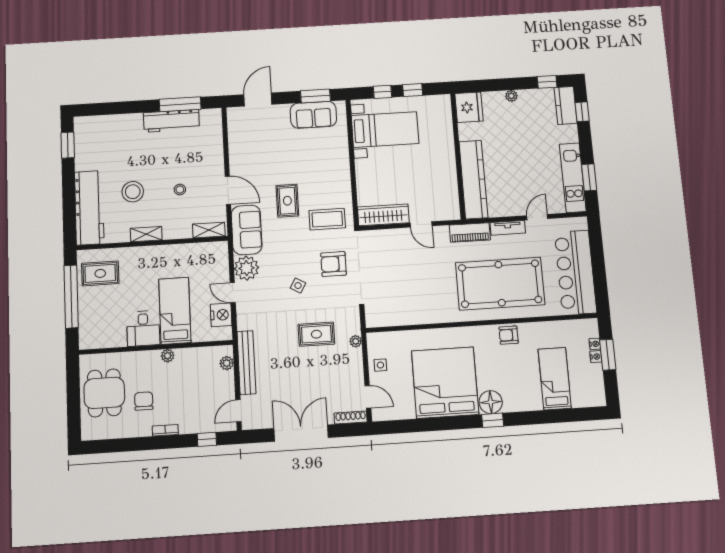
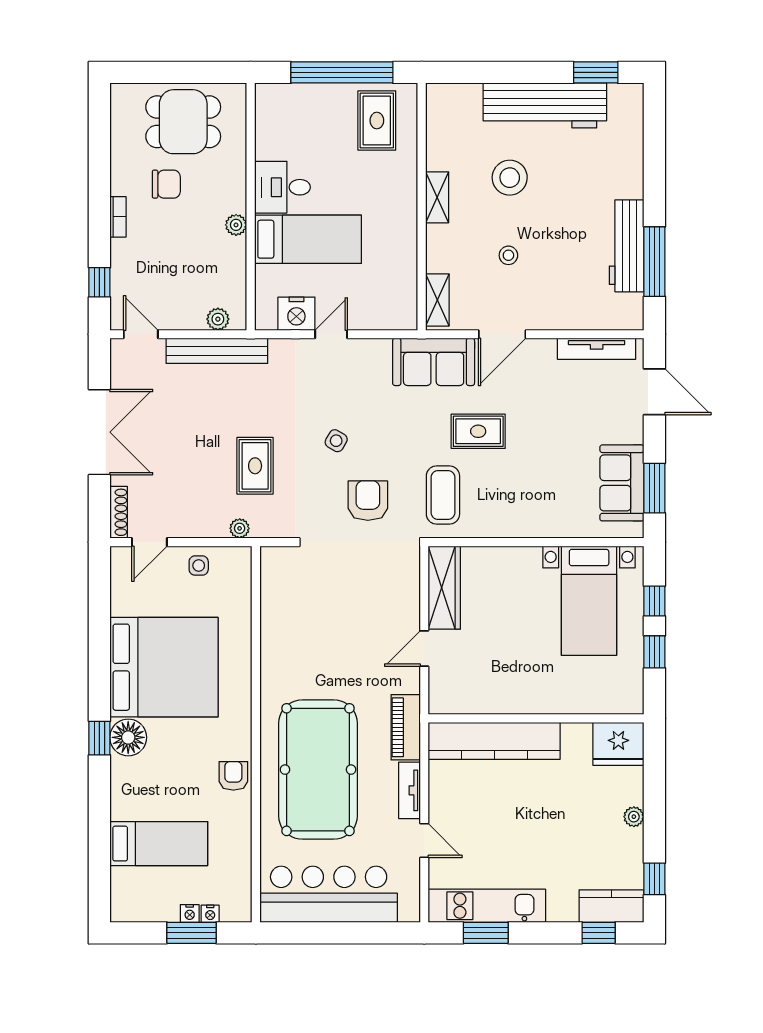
tv unit: (234, 134) -> (597, 349), added
workbench: (89, 208) -> (545, 105), moved
plant: (247, 268) -> (370, 359), removed

